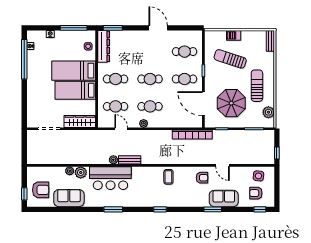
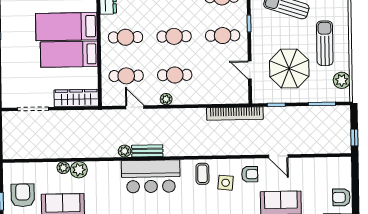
door: (203, 104) -> (250, 70), width x0.53
side table: (258, 176) -> (226, 183), moved
bar counter: (110, 178) -> (151, 176), moved
armchair: (41, 190) -> (23, 195), turned -90
armchair: (256, 193) -> (341, 197), moved

